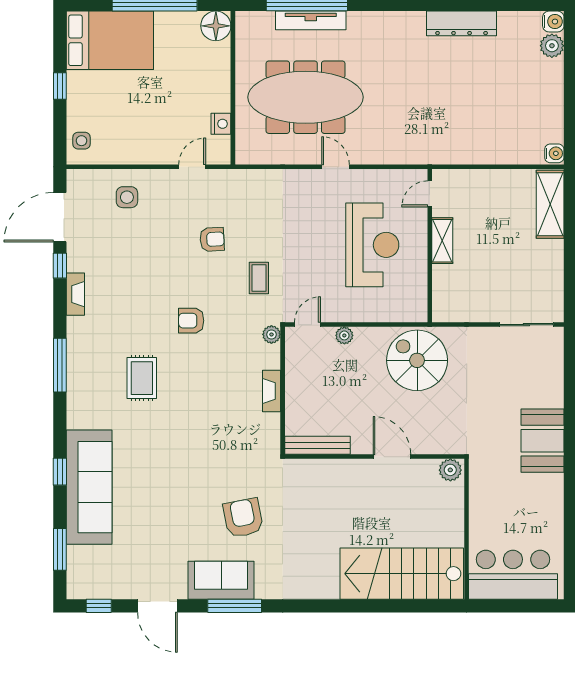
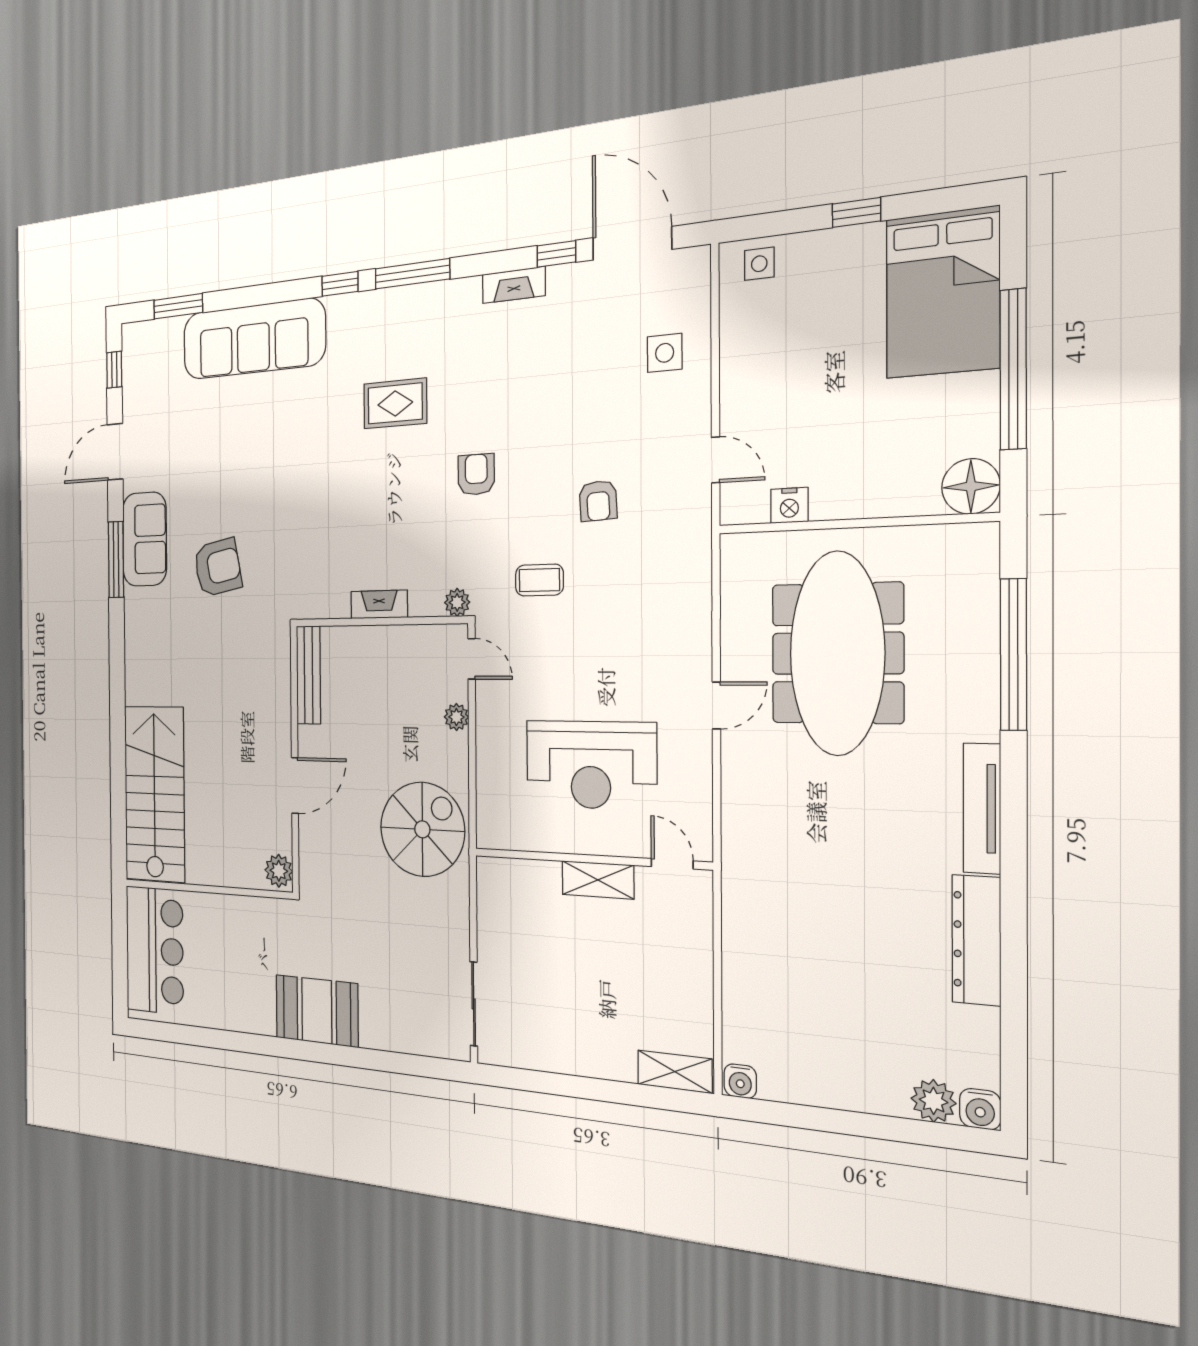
tv unit: (311, 20) -> (982, 808), moved
shelving: (550, 204) -> (675, 1072), width x0.67, depth x0.75
window: (60, 472) -> (340, 284), moved

